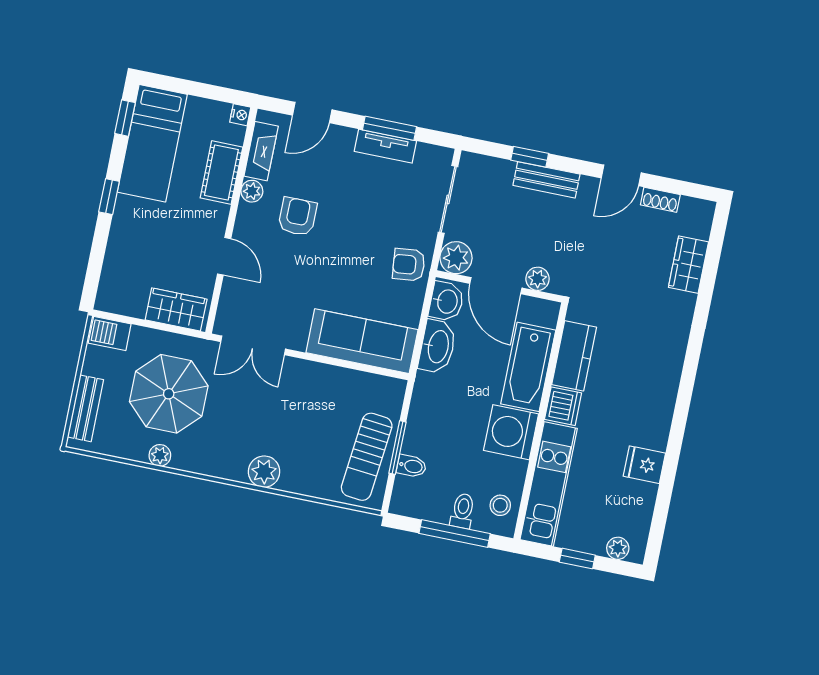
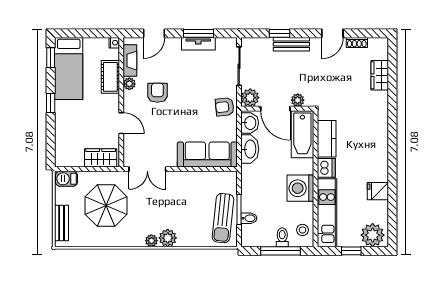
bathtub: (528, 367) -> (302, 134), moved
plant: (160, 455) -> (151, 241), moved
plant: (618, 548) -> (373, 235), width x1.88, depth x1.88

